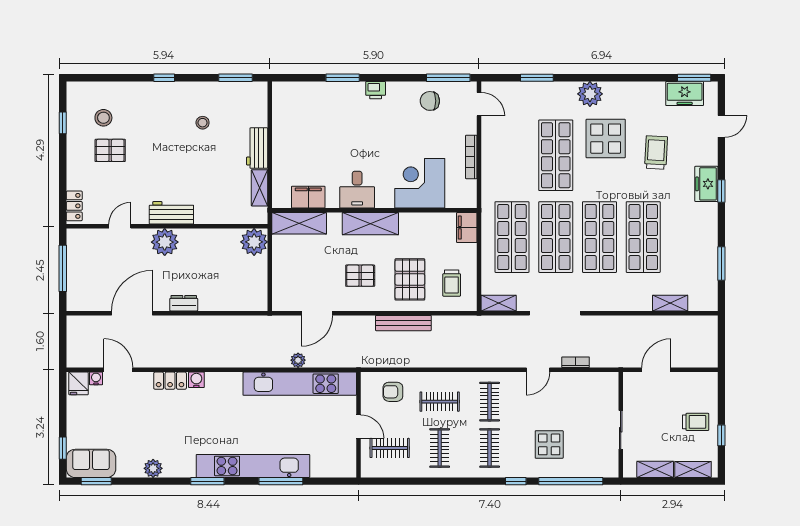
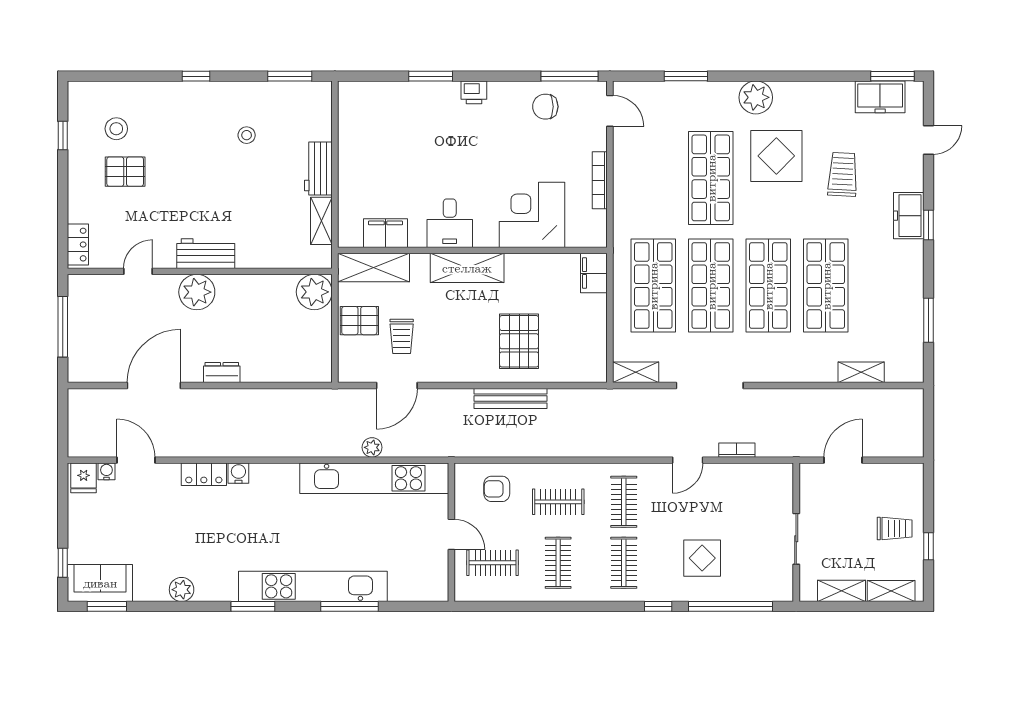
pallet: (360, 276) -> (359, 321), moved
trolley: (452, 283) -> (402, 336), moved

